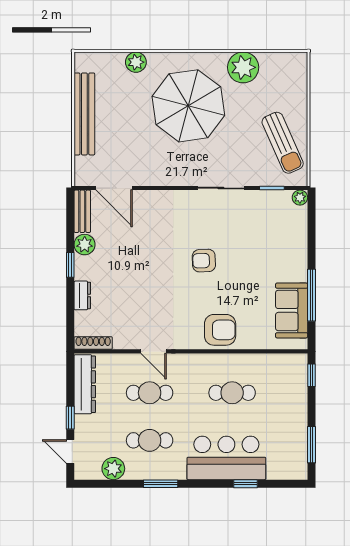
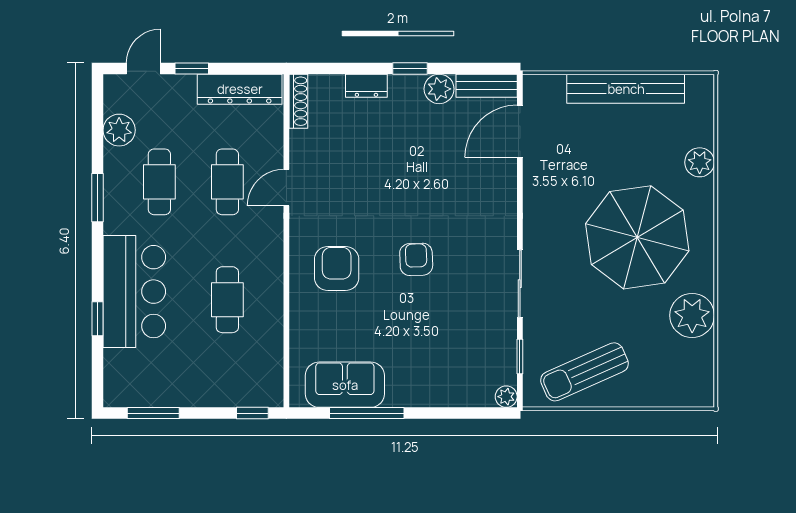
armchair: (220, 330) -> (337, 269), moved, turned 180

